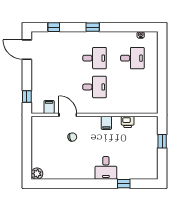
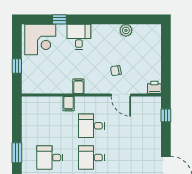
window: (162, 62) -> (17, 153), added
filing cabinet: (49, 107) -> (69, 104), moved
printer: (128, 122) -> (154, 87), moved
corner desk: (141, 165) -> (40, 39), added
plant: (37, 174) -> (126, 30), moved

